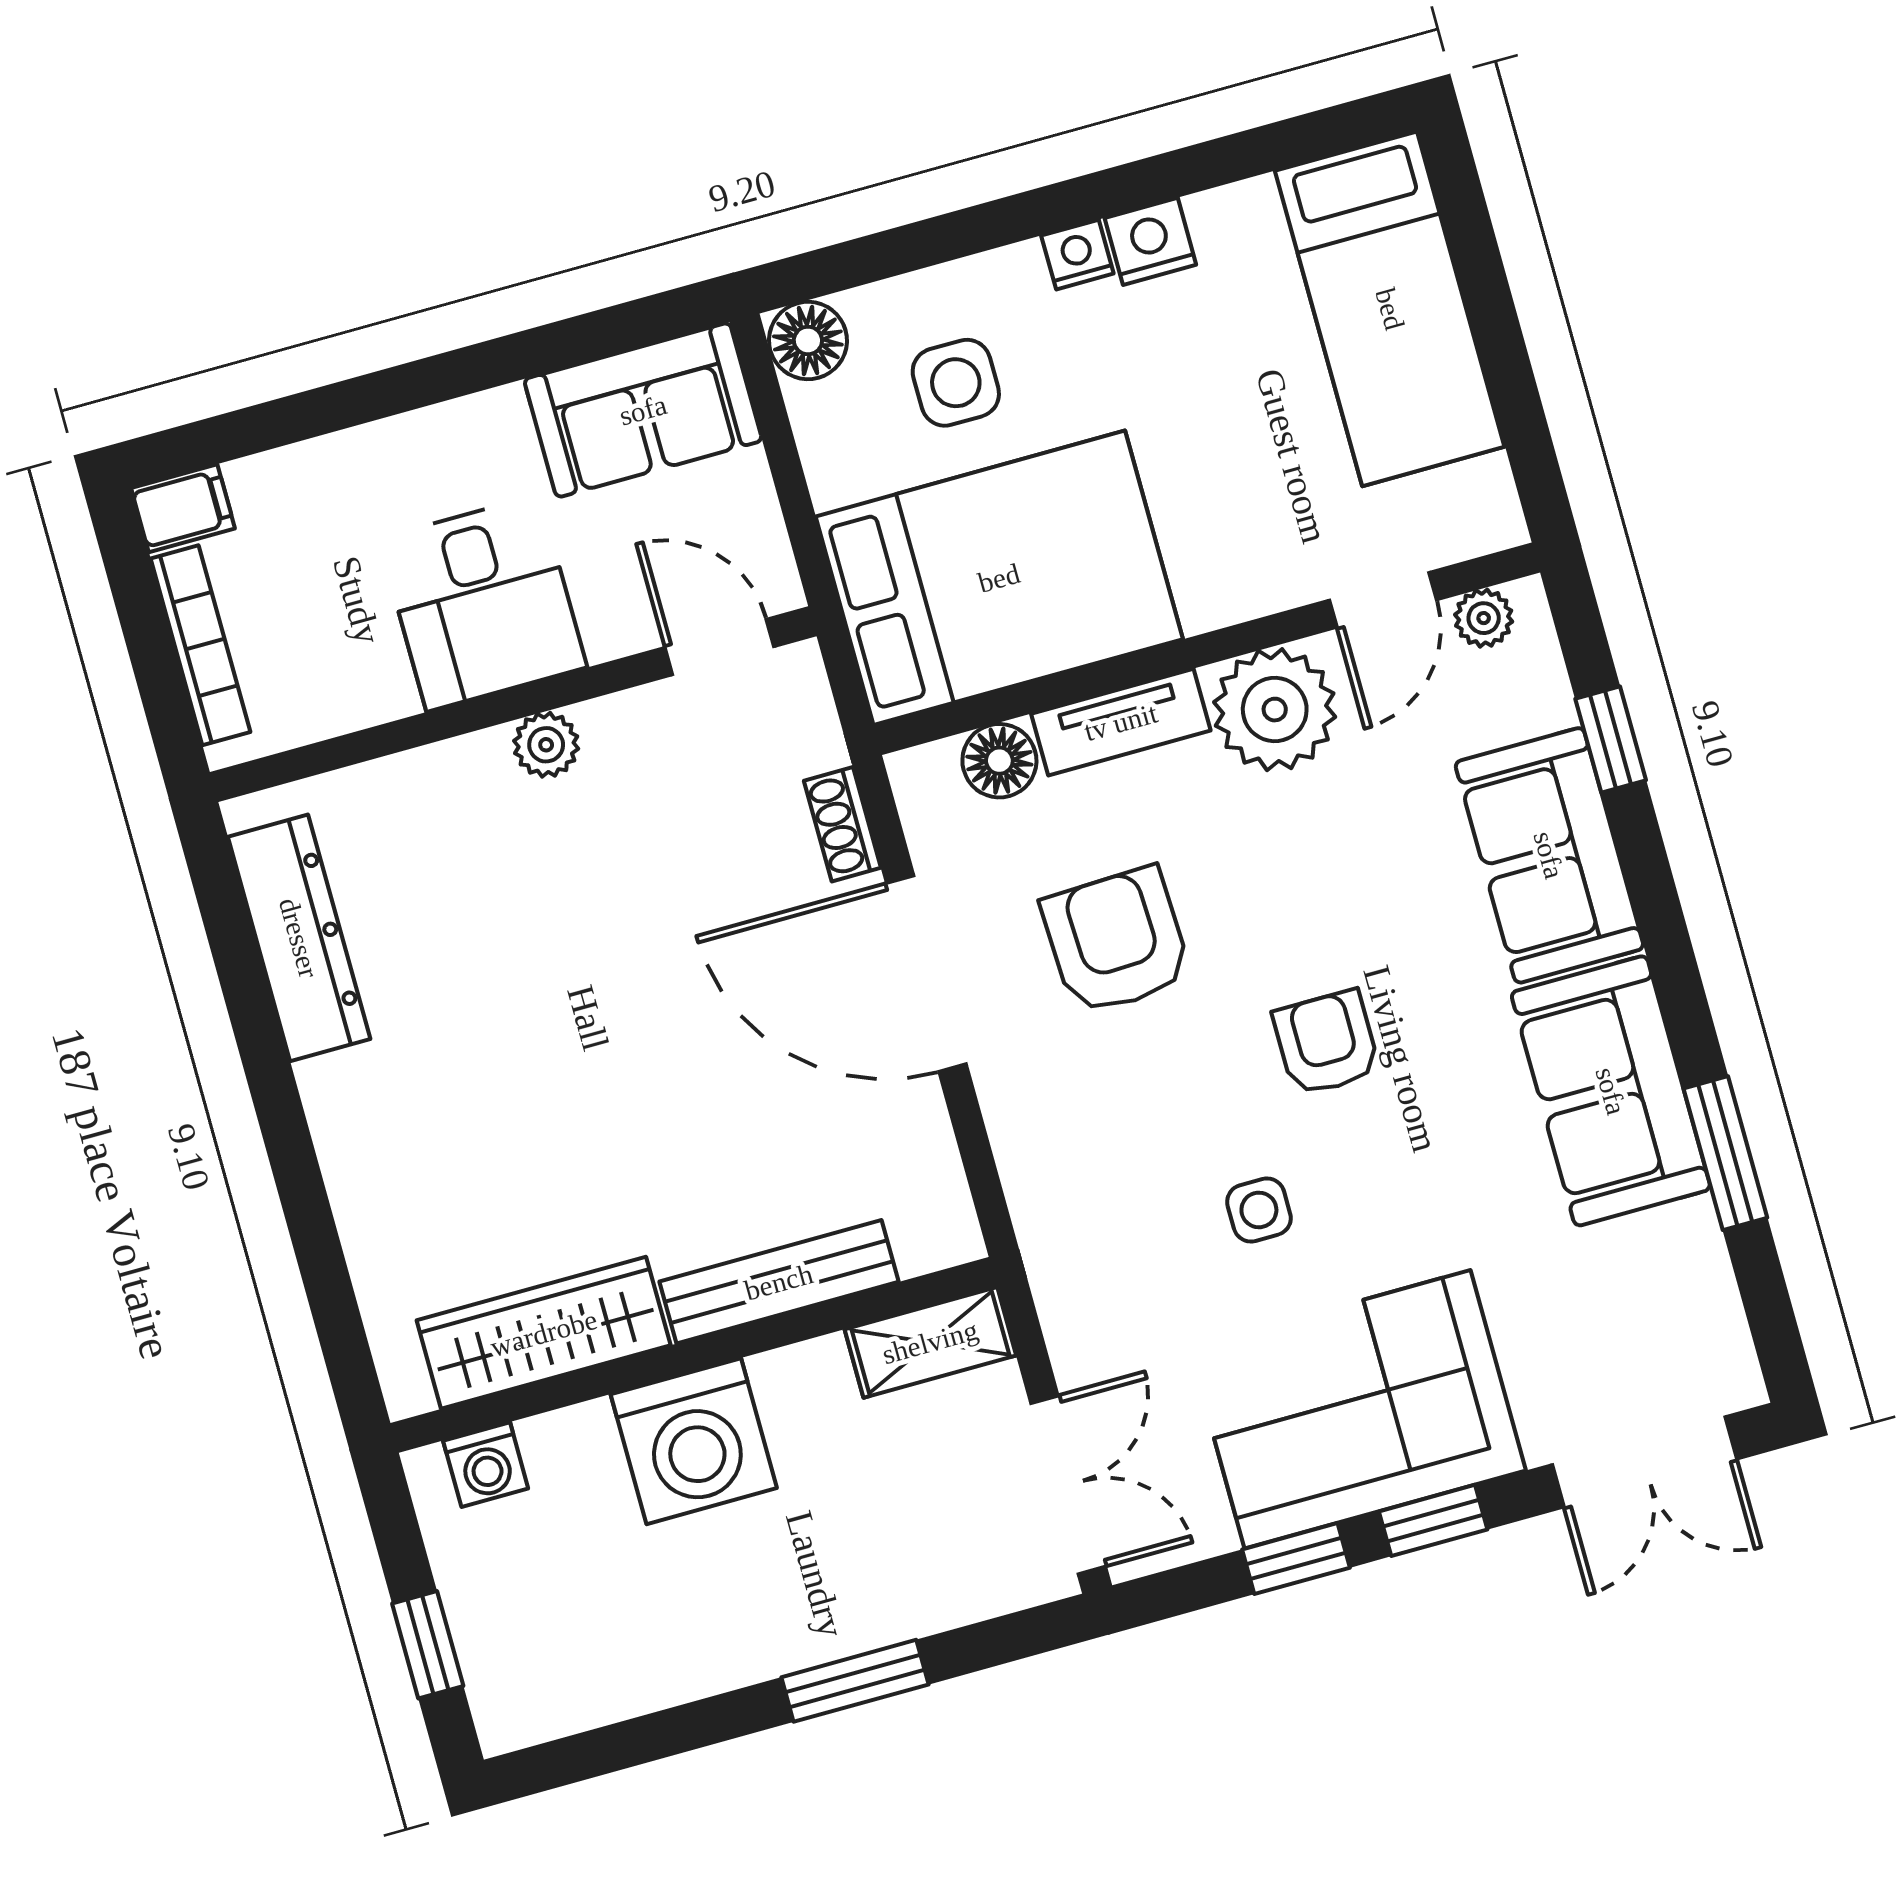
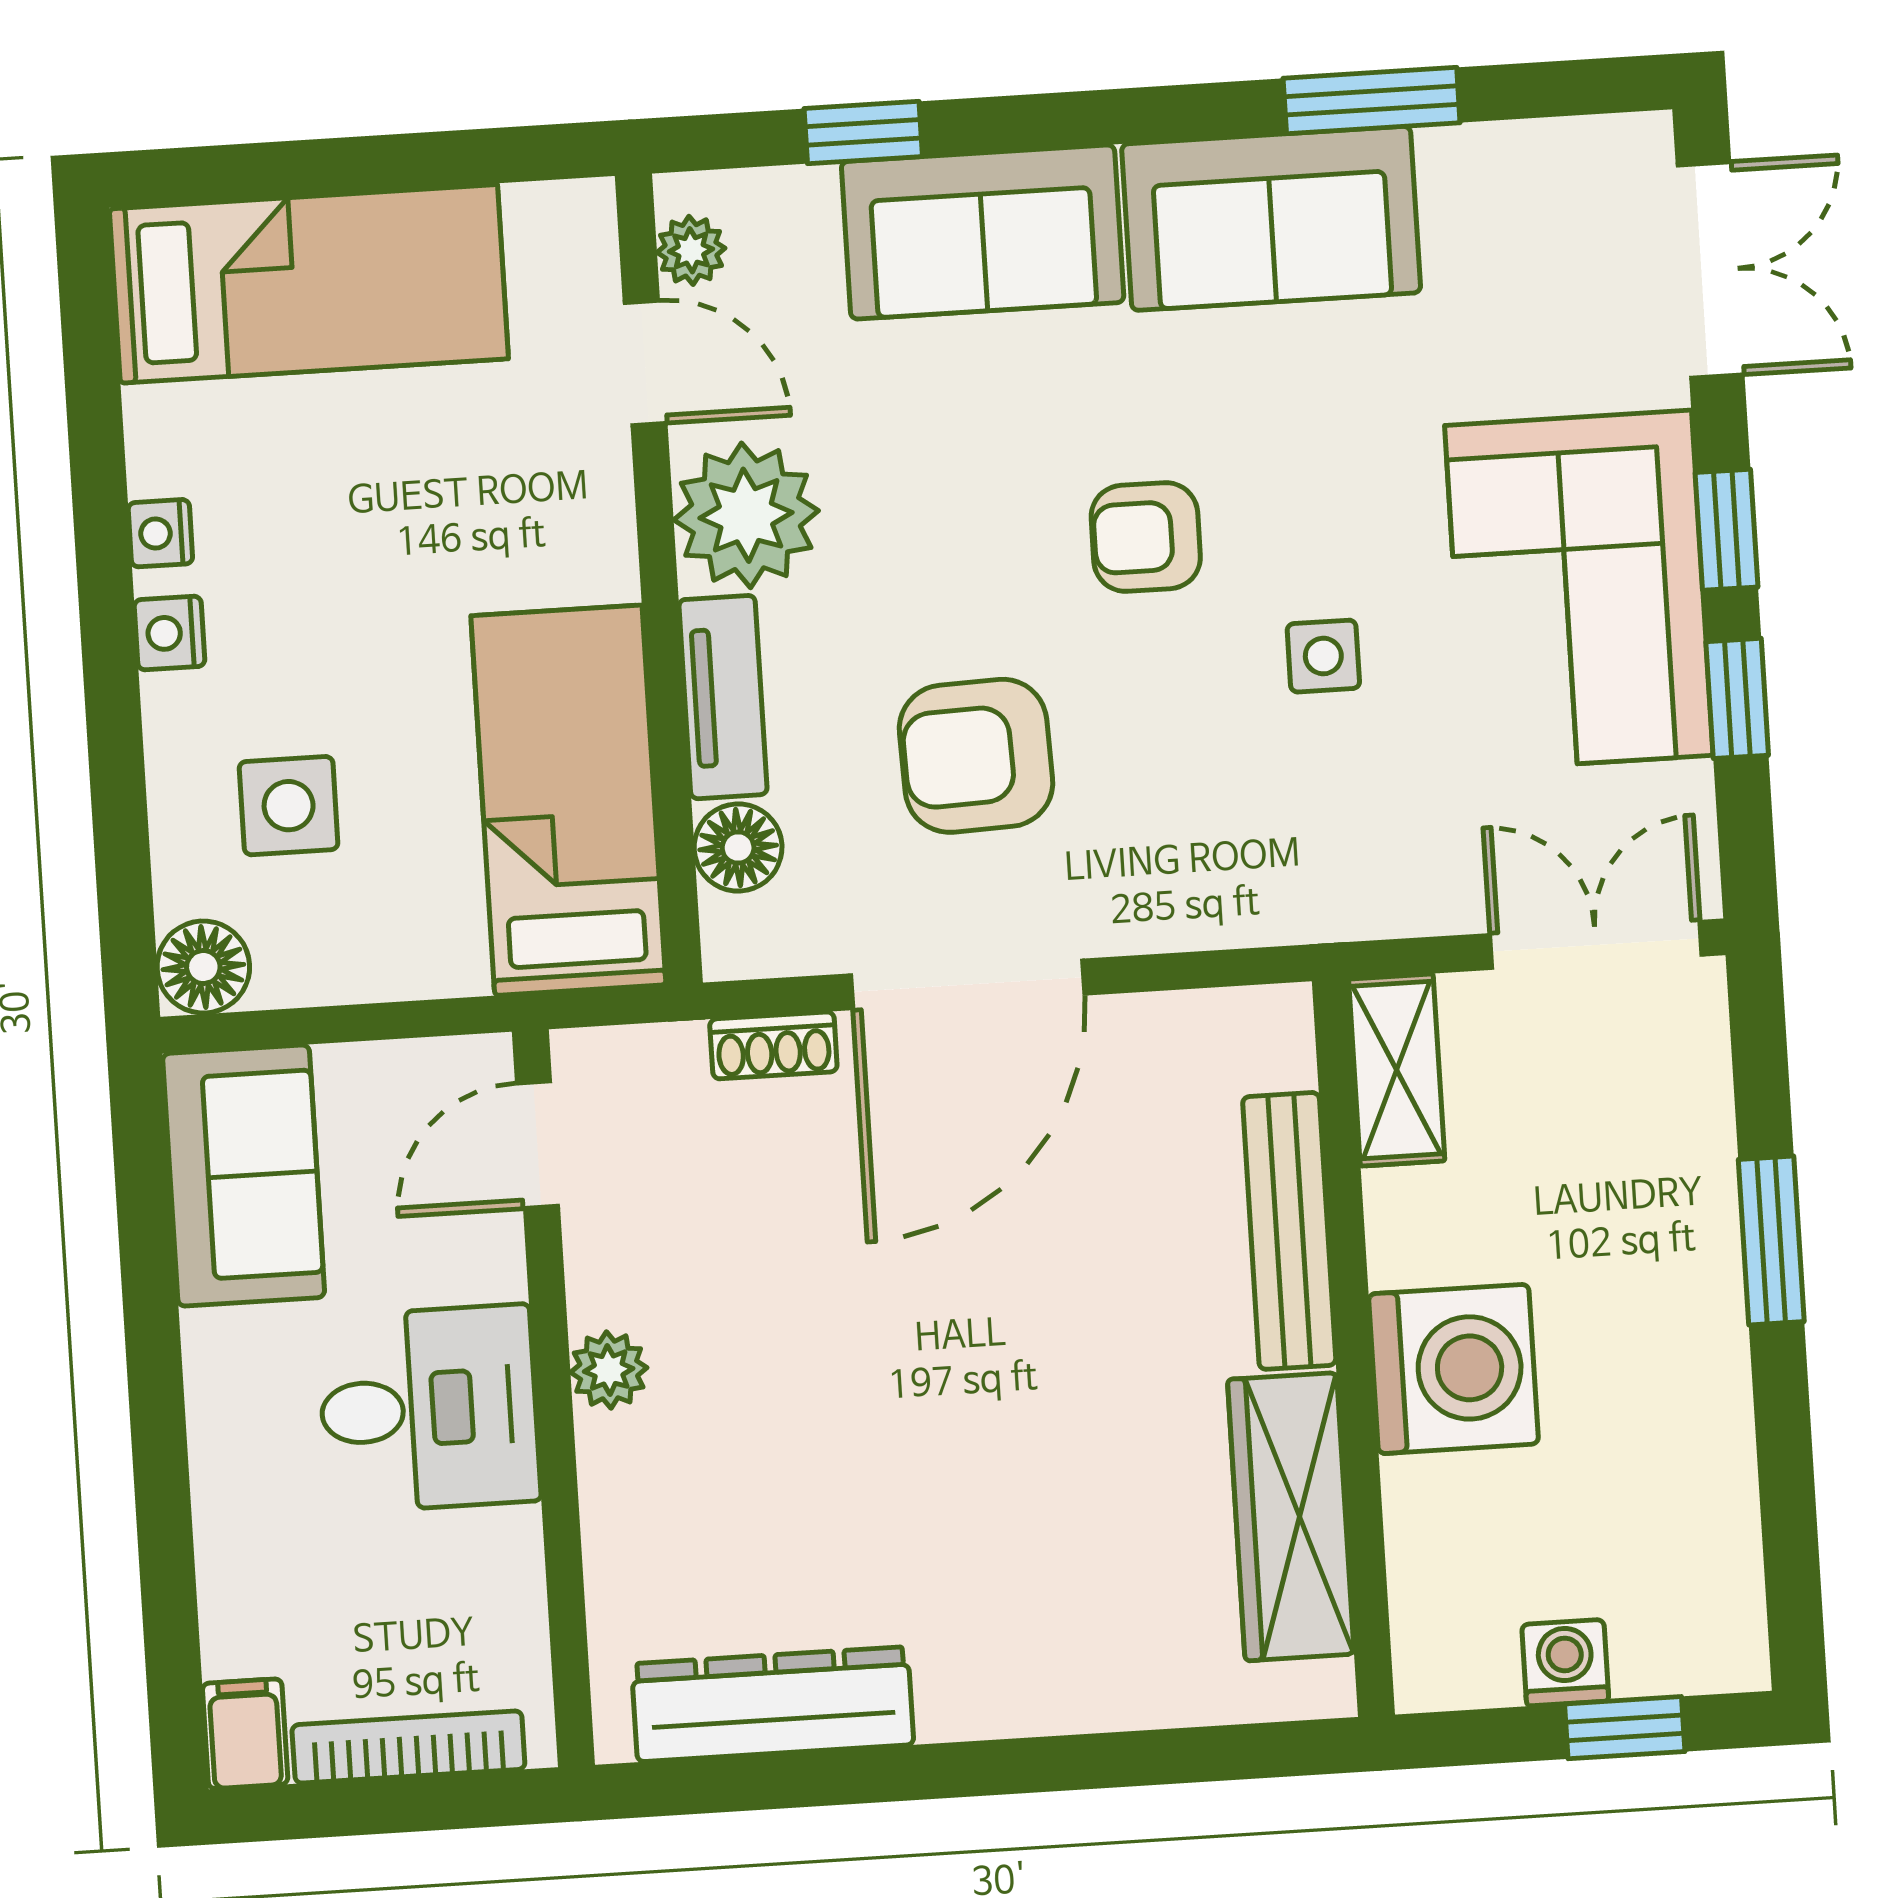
nightstand: (1150, 241) -> (160, 533), width x0.72, depth x0.74
bed: (999, 578) -> (568, 800), width x0.67
washing machine: (486, 1465) -> (1565, 1663), moved, turned -90

